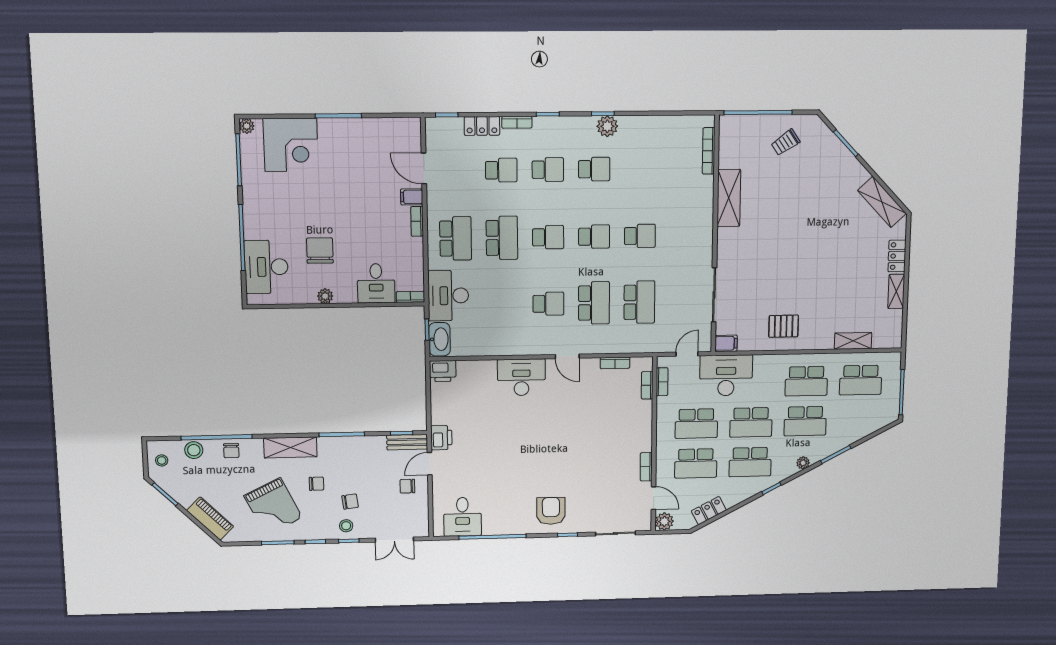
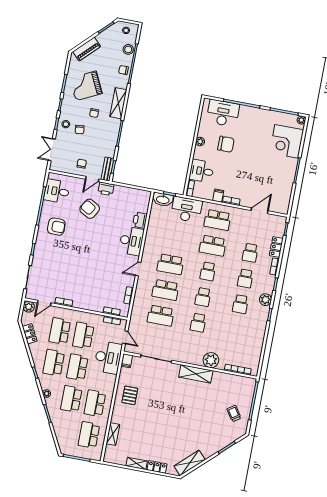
plant: (607, 126) -> (266, 300), moved
filing cabinet: (412, 197) -> (218, 196), moved
shelving: (729, 198) -> (196, 374), moved
plant: (700, 201) -> (211, 360), added
school desk: (548, 304) -> (170, 264), width x1.85
printer: (443, 371) -> (140, 220), moved
armchair: (481, 457) -> (90, 209), added
door: (430, 464) -> (92, 179), swing flipped
armchair: (551, 511) -> (56, 227), moved

